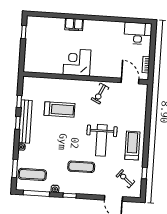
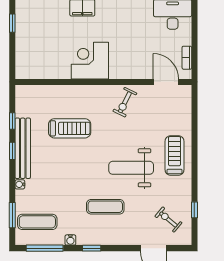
weight bench: (101, 140) -> (131, 168), turned 90
treadmill: (132, 146) -> (175, 155), moved

